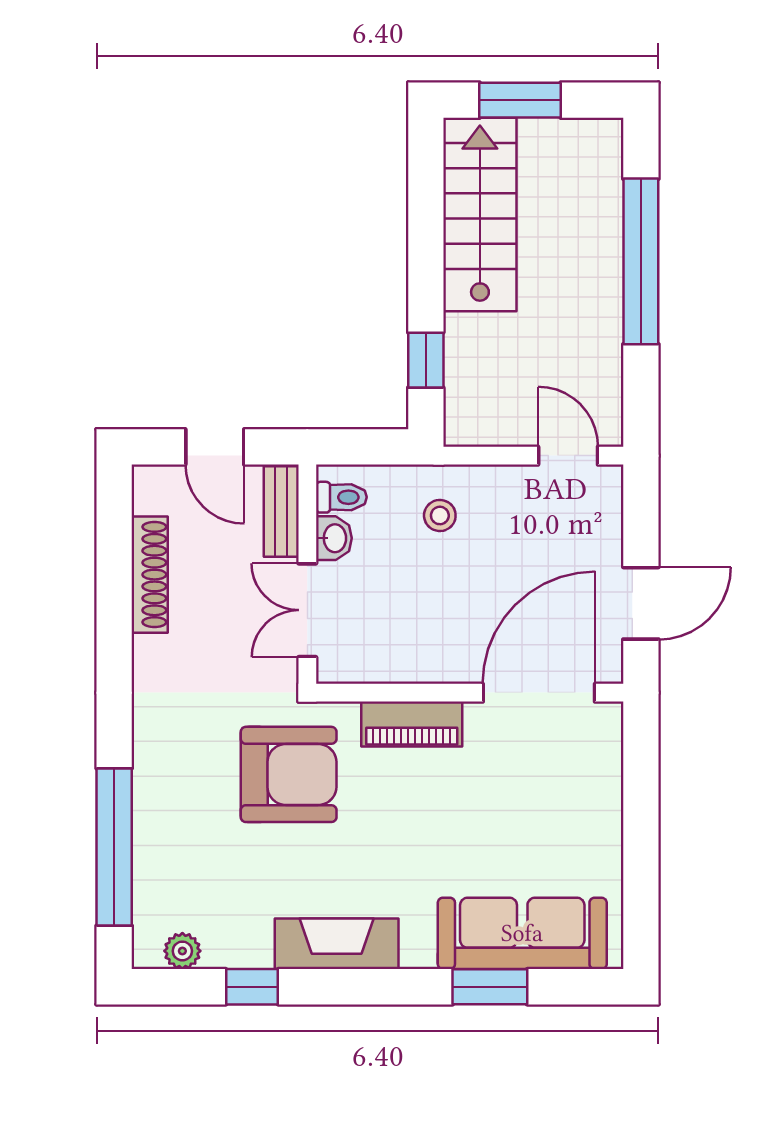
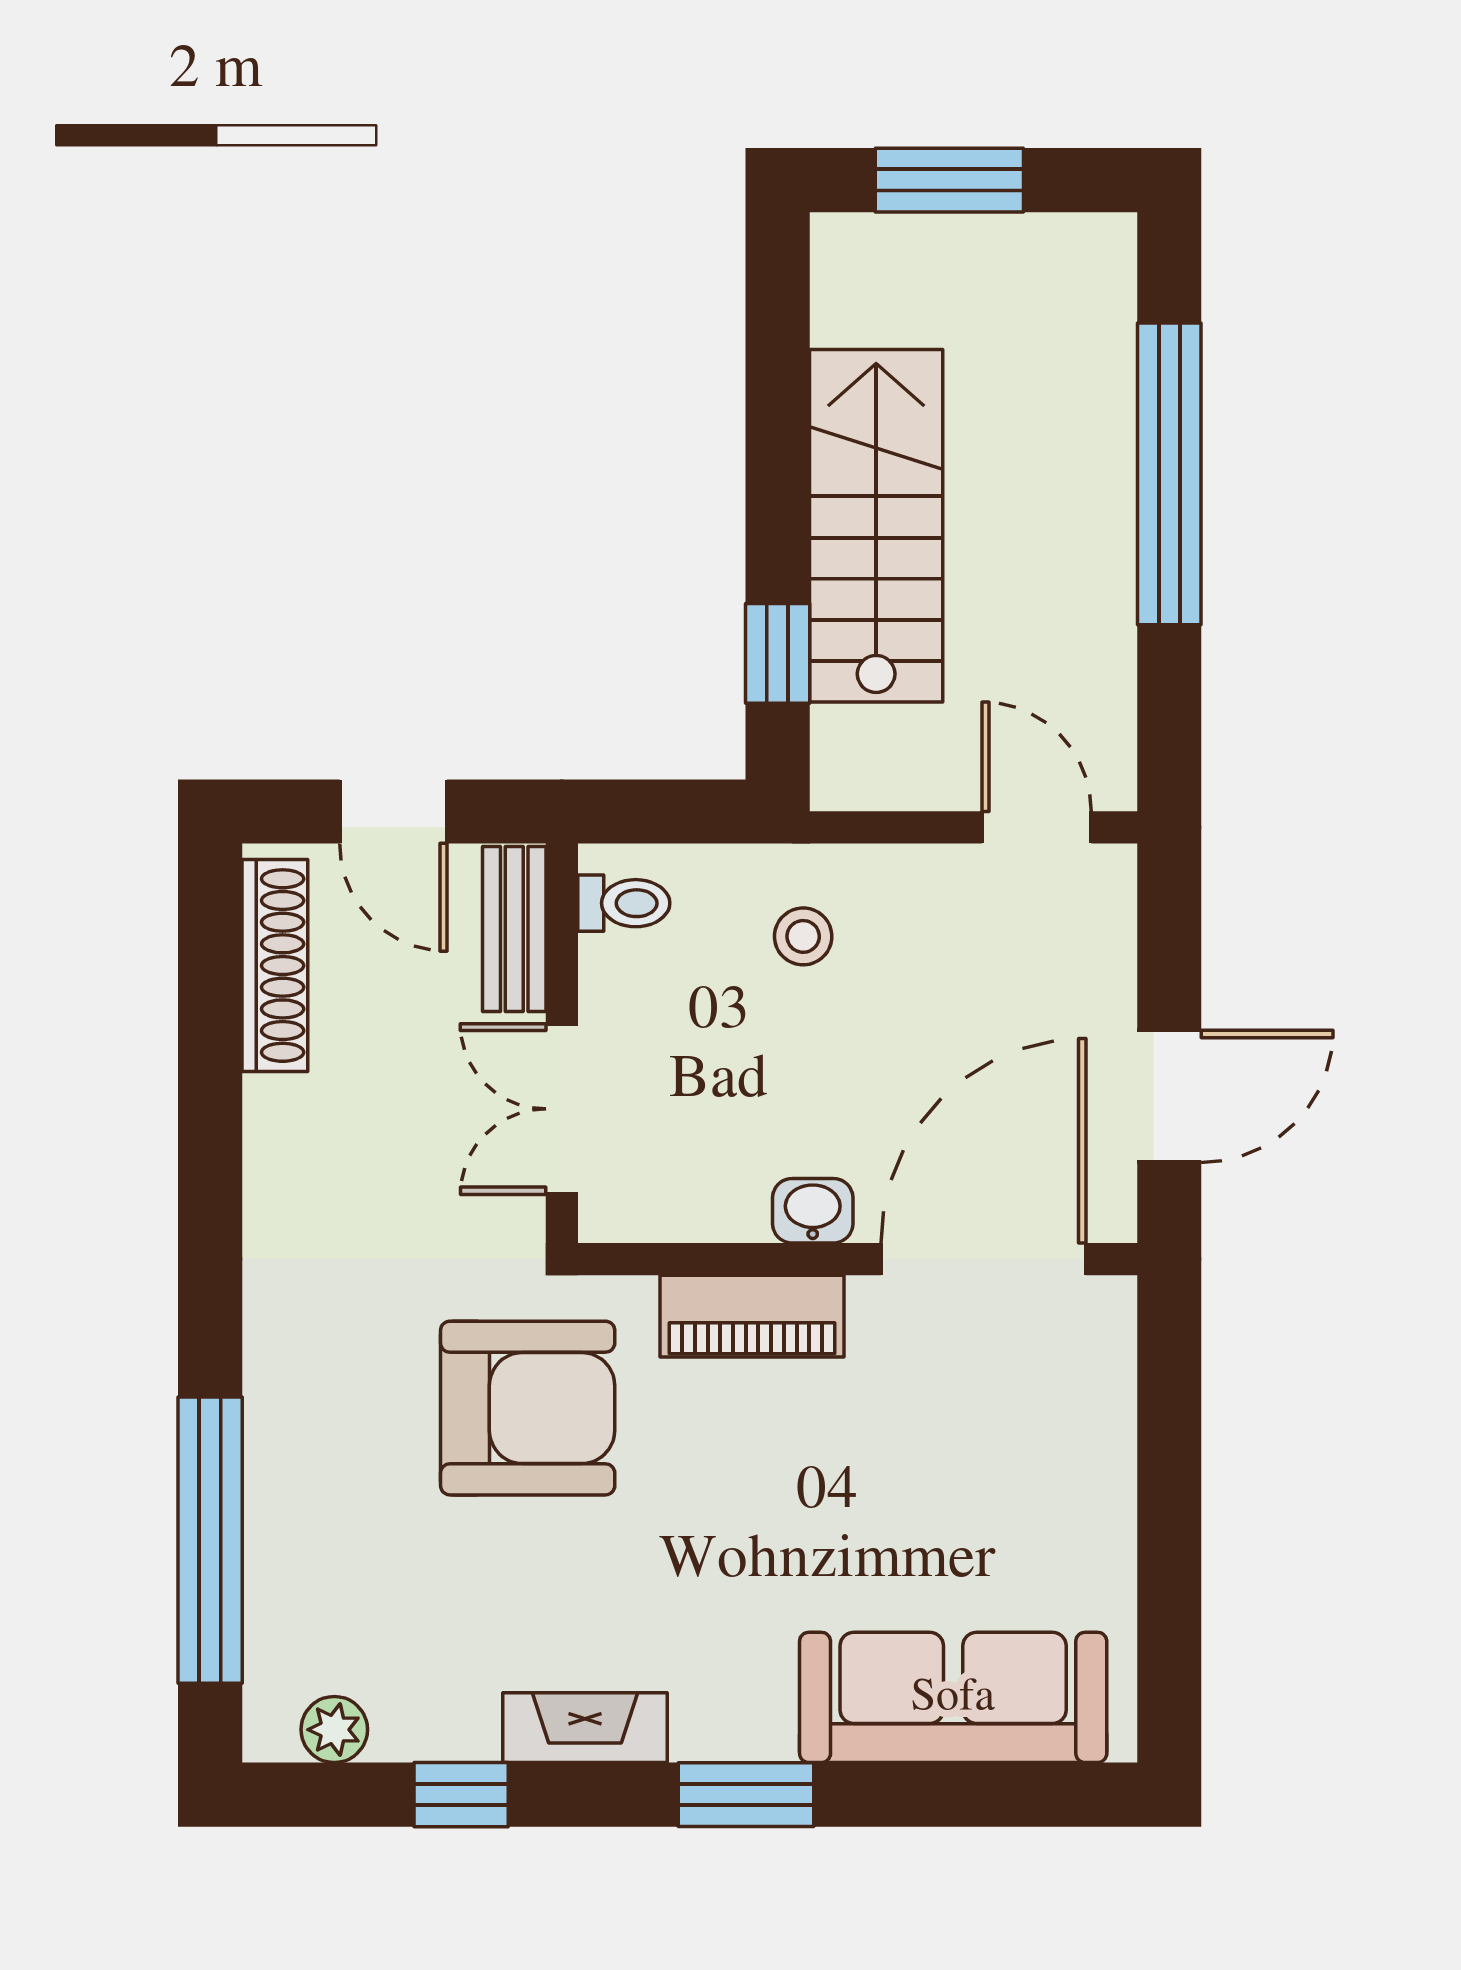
stairs: (480, 215) -> (876, 526), moved
washbasin: (334, 538) -> (813, 1211), moved, turned -90
shoe rack: (150, 575) -> (275, 966), moved
fireplace: (337, 944) -> (585, 1728), width x0.73, depth x0.76
window: (490, 987) -> (746, 1795), moved

